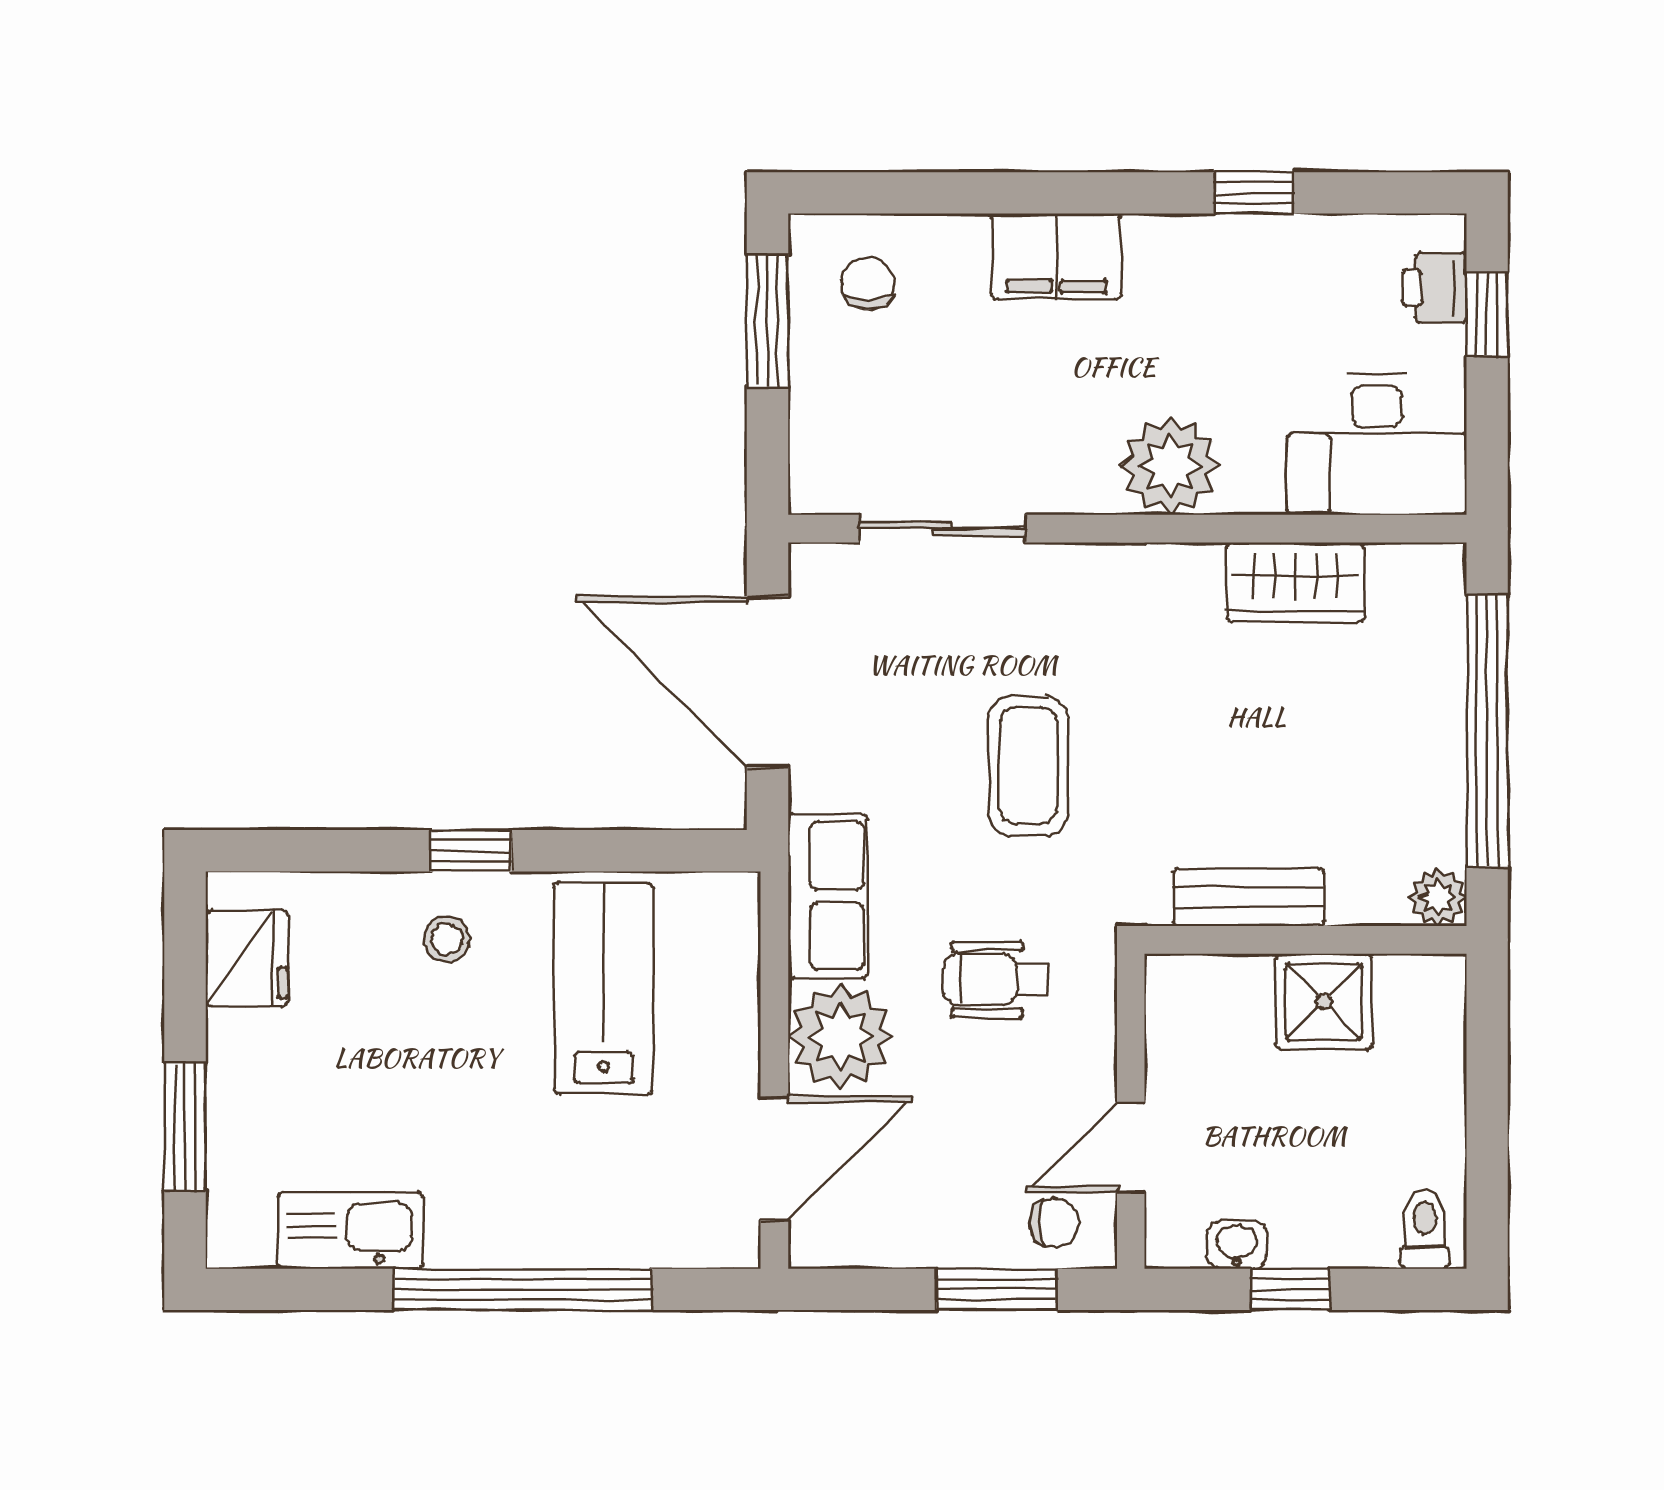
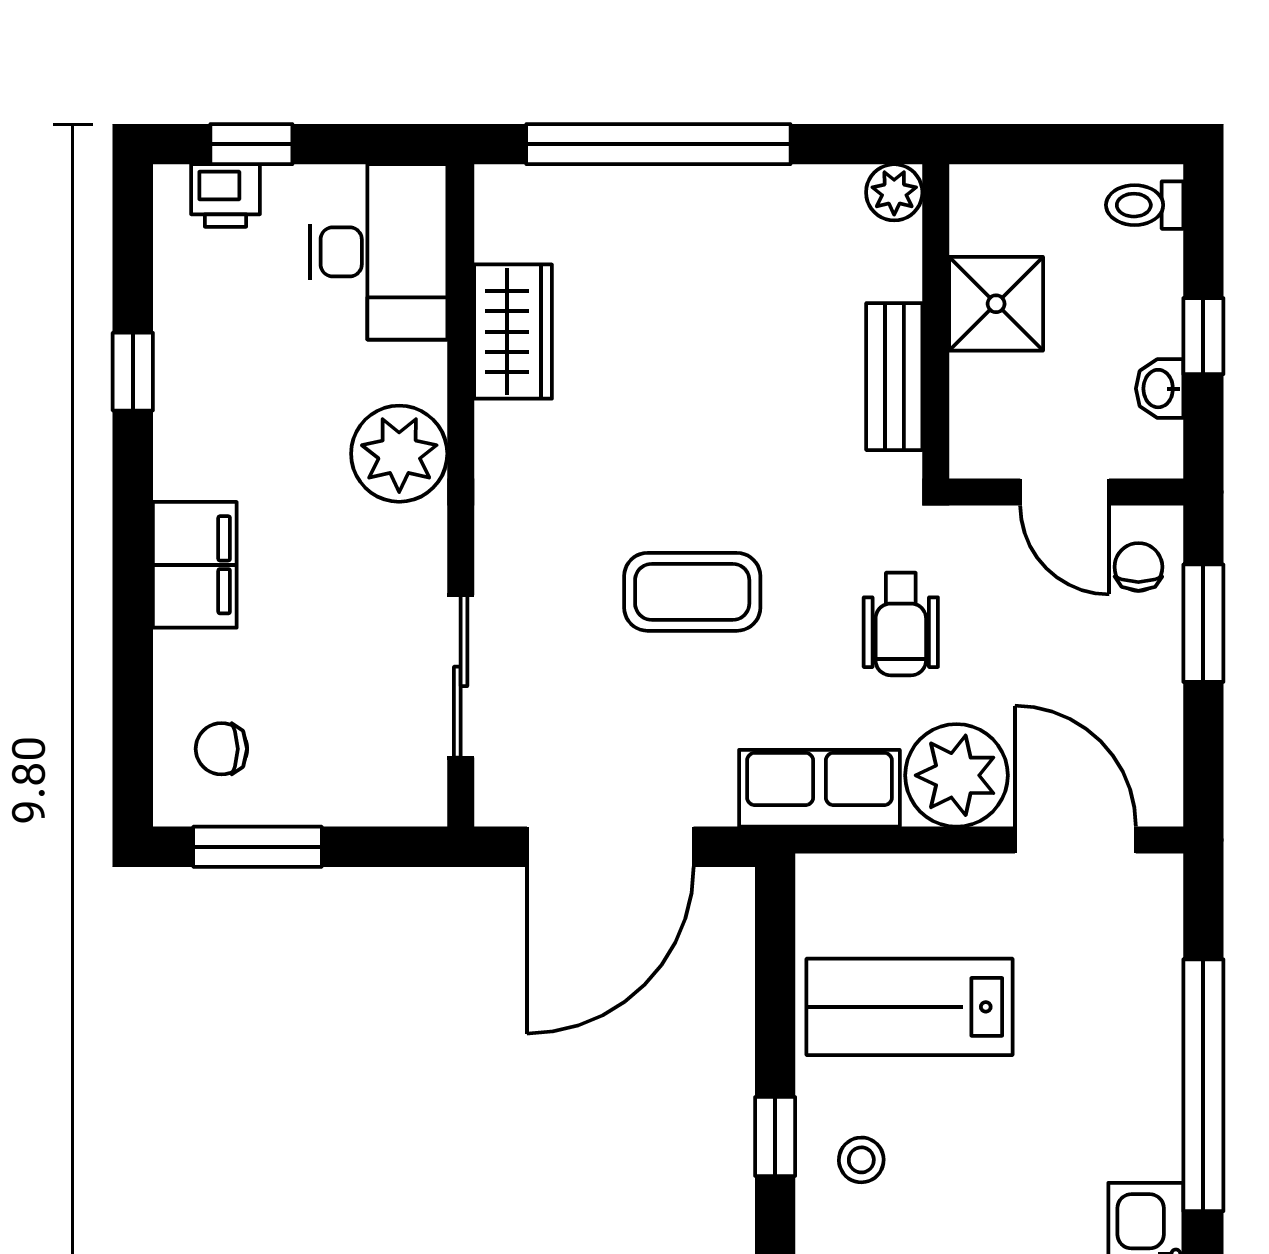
bench: (1249, 897) -> (894, 377), moved
plant: (1438, 897) -> (894, 192), moved
wall: (1306, 940) -> (936, 321), moved
shower: (1324, 1002) -> (996, 304), moved

